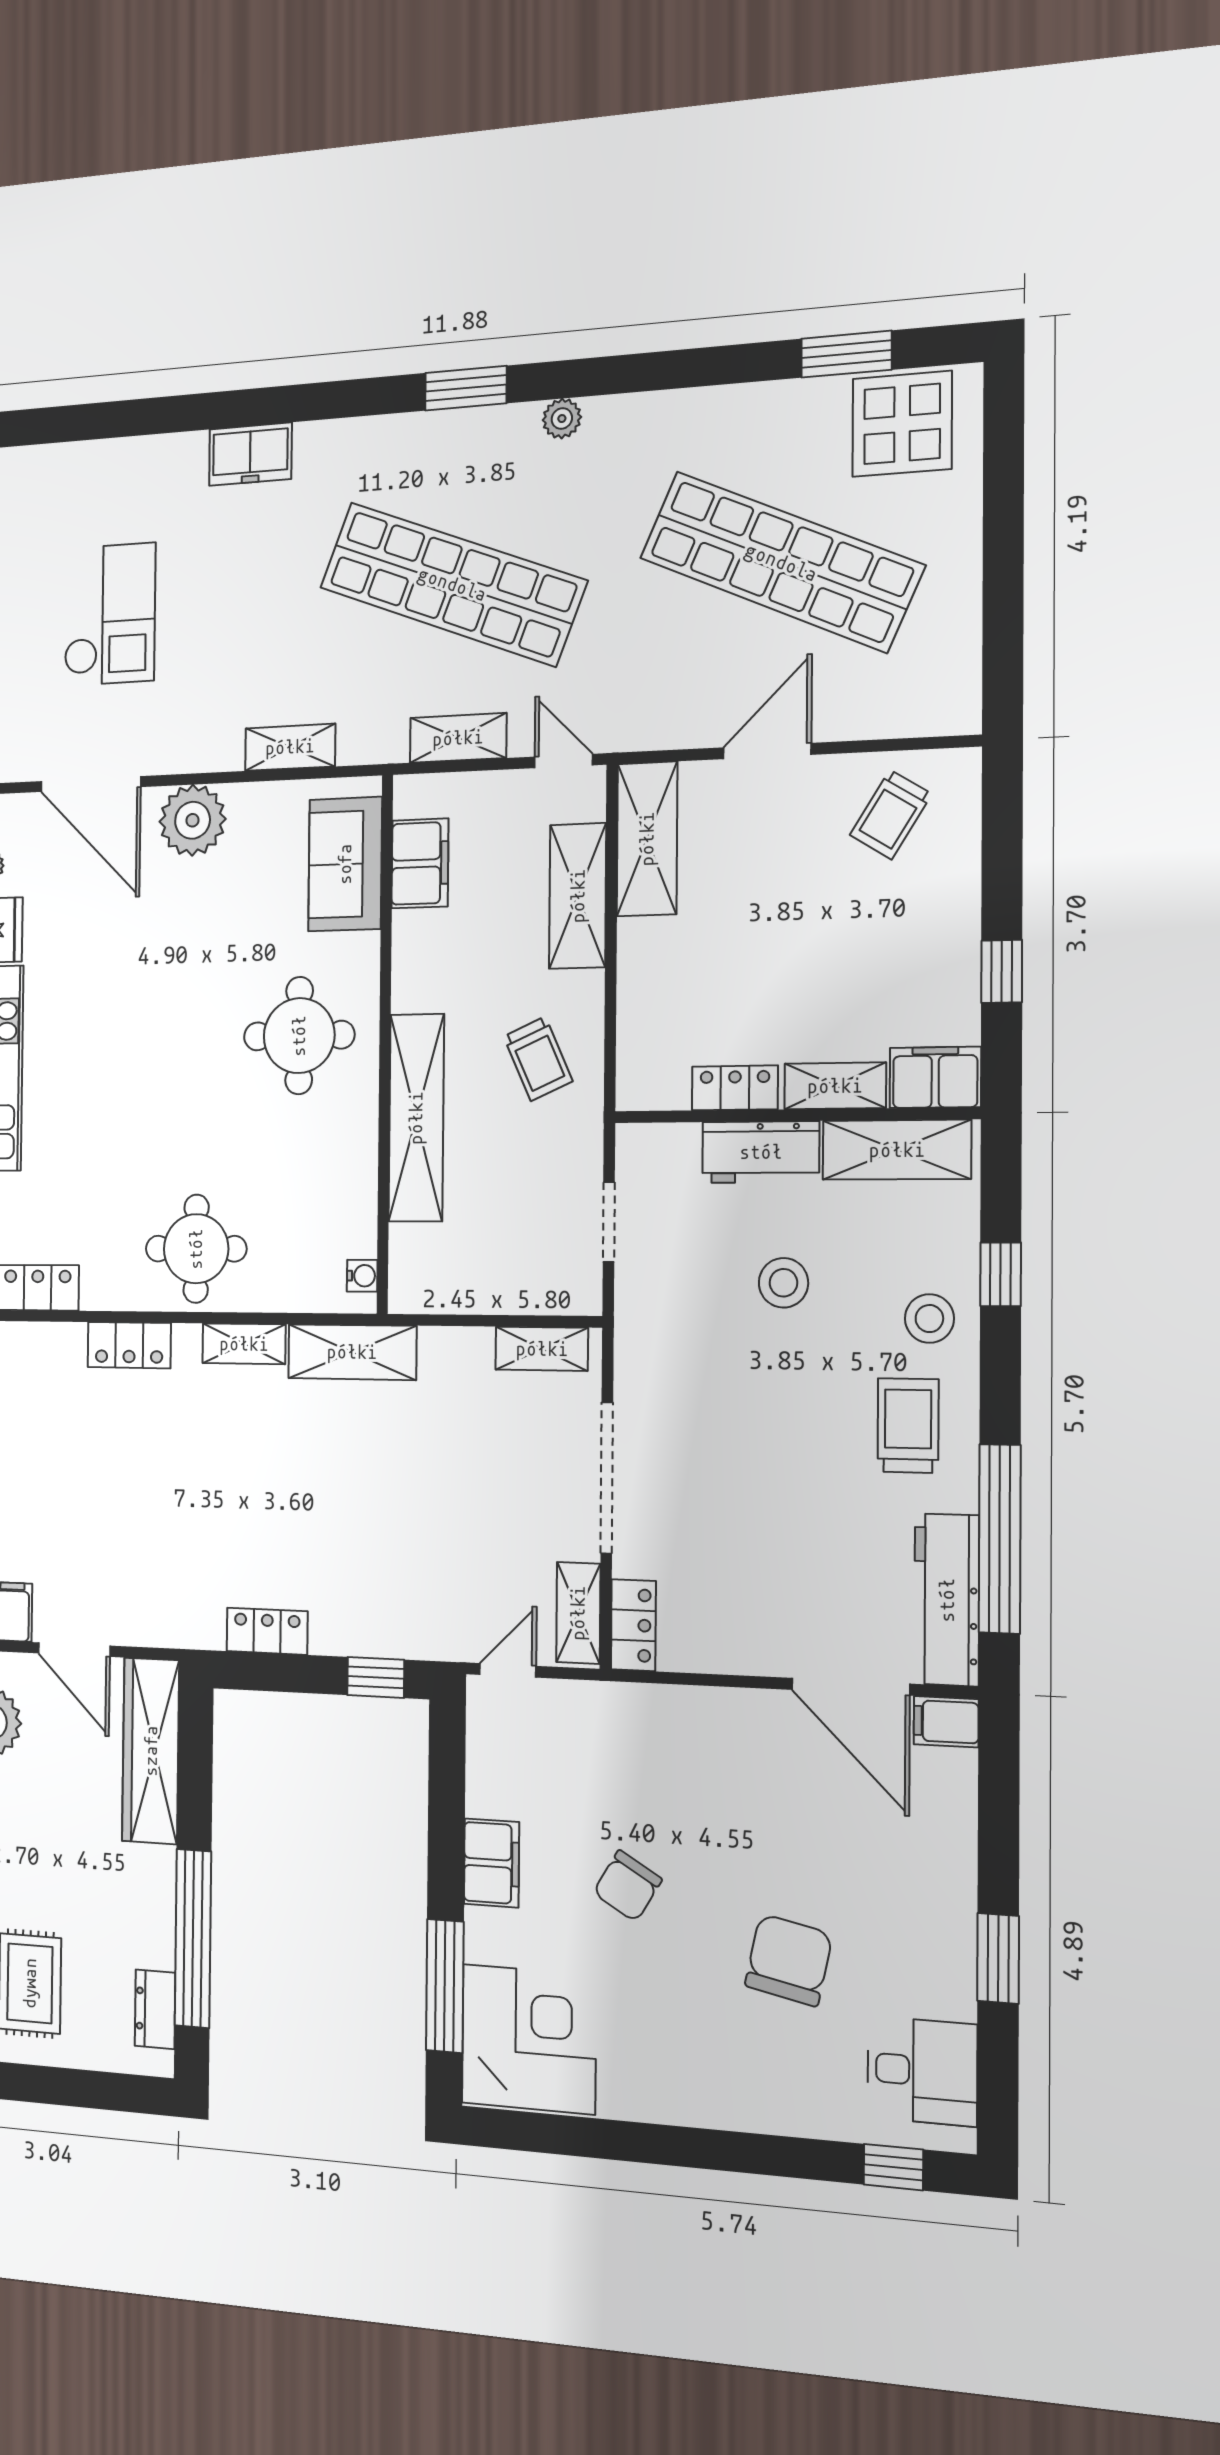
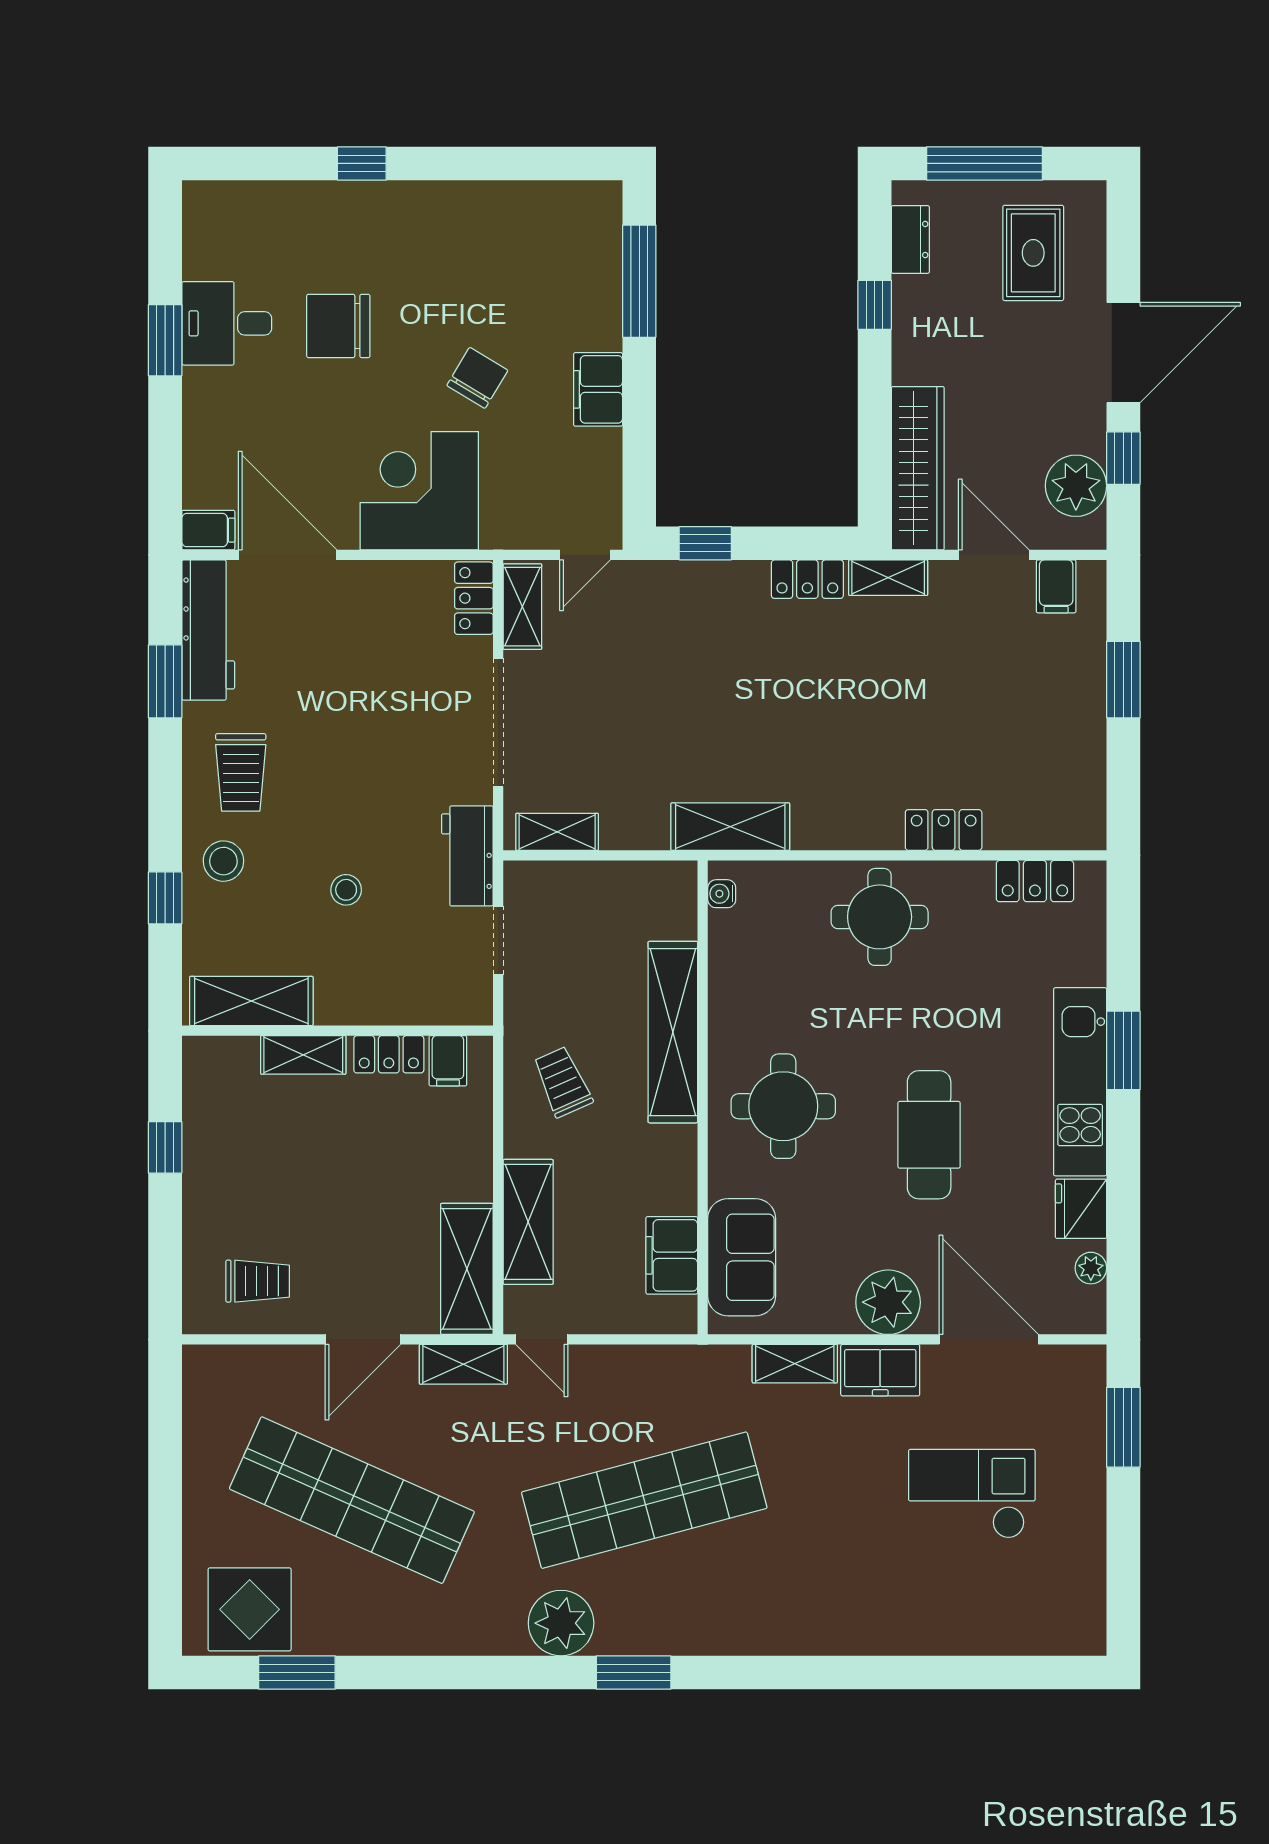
plant: (562, 419) -> (561, 1623), width x1.87, depth x1.87
freezer: (250, 454) -> (880, 1370), moved, turned 180
shop shelf: (452, 584) -> (644, 1500), turned -36
checkout: (110, 614) -> (972, 1494), turned 90
shelving: (458, 738) -> (463, 1364), moved
trolley: (891, 815) -> (258, 1281), turned 58
cafe table: (148, 1007) -> (929, 1135), added
filing cabinet: (935, 1077) -> (448, 1061), moved, width x0.50
workbench: (761, 1152) -> (467, 856), moved, turned -90
stool: (783, 1283) -> (346, 890), width x0.73, depth x0.73
shelving: (244, 1344) -> (888, 578), moved
window: (1000, 1539) -> (165, 681), width x0.47
window: (193, 1938) -> (875, 305), width x0.32
chair: (789, 1960) -> (338, 326), turned 78
corner desk: (529, 2039) -> (419, 491), moved, turned 90
desk: (922, 2071) -> (227, 323), moved
window: (78, 2088) -> (984, 163), added
window: (893, 2167) -> (362, 163), moved

